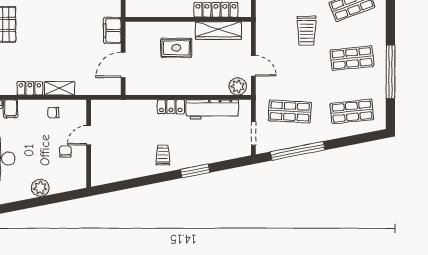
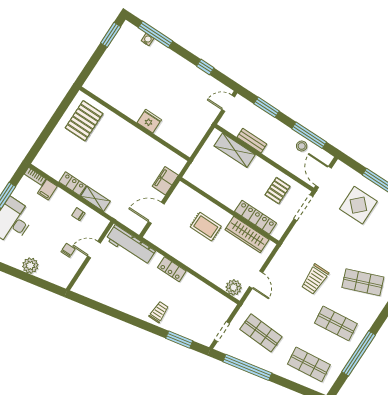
workbench: (212, 109) -> (131, 245), moved
trolley: (163, 155) -> (159, 312), moved
window: (195, 171) -> (179, 340), moved

